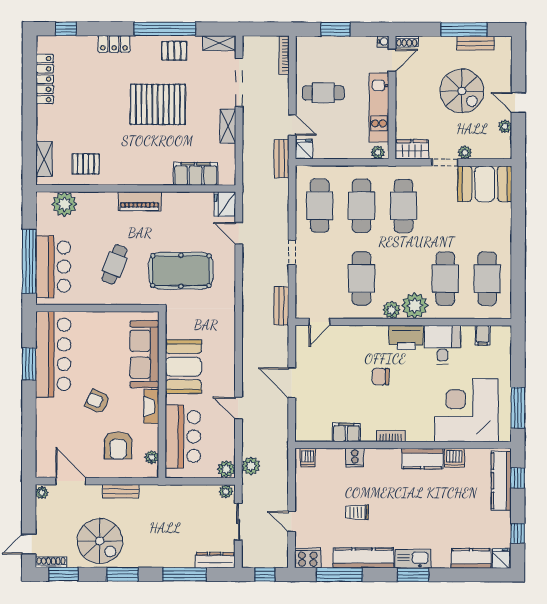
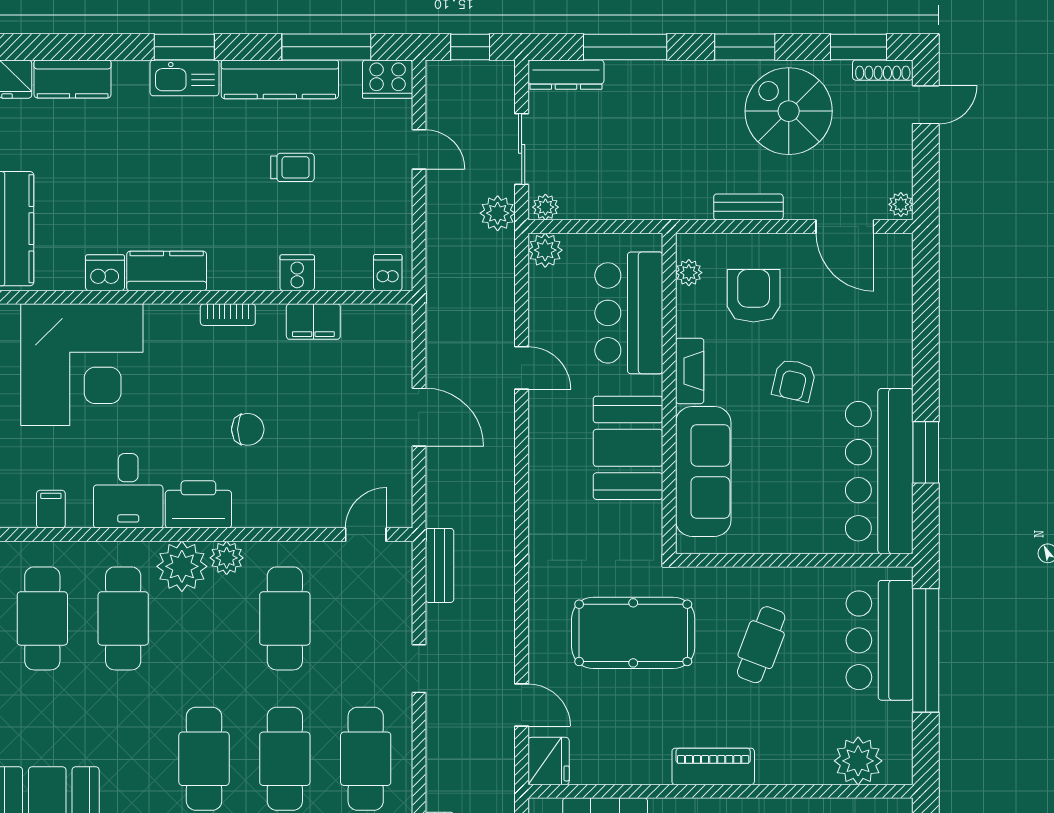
armchair: (97, 401) -> (794, 380), turned 78
plant: (251, 466) -> (498, 213), moved

